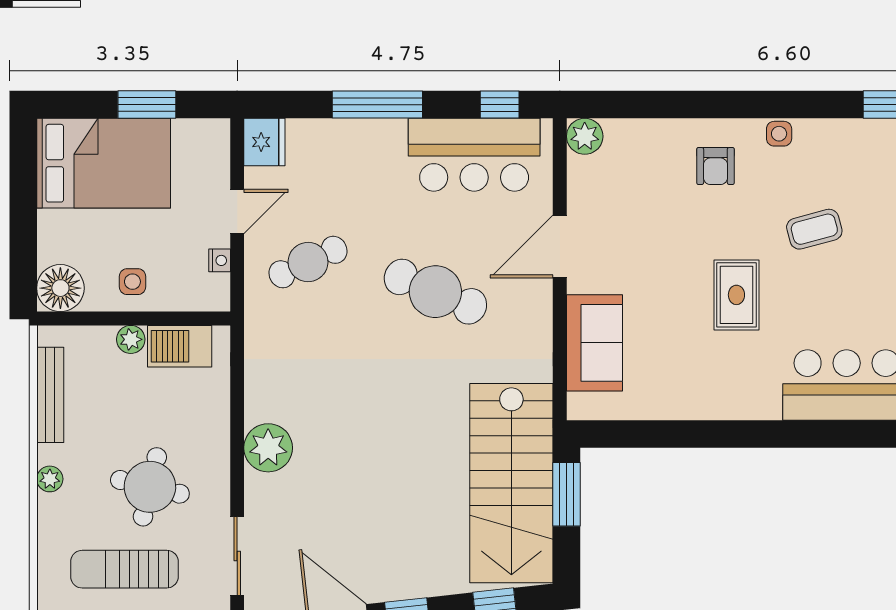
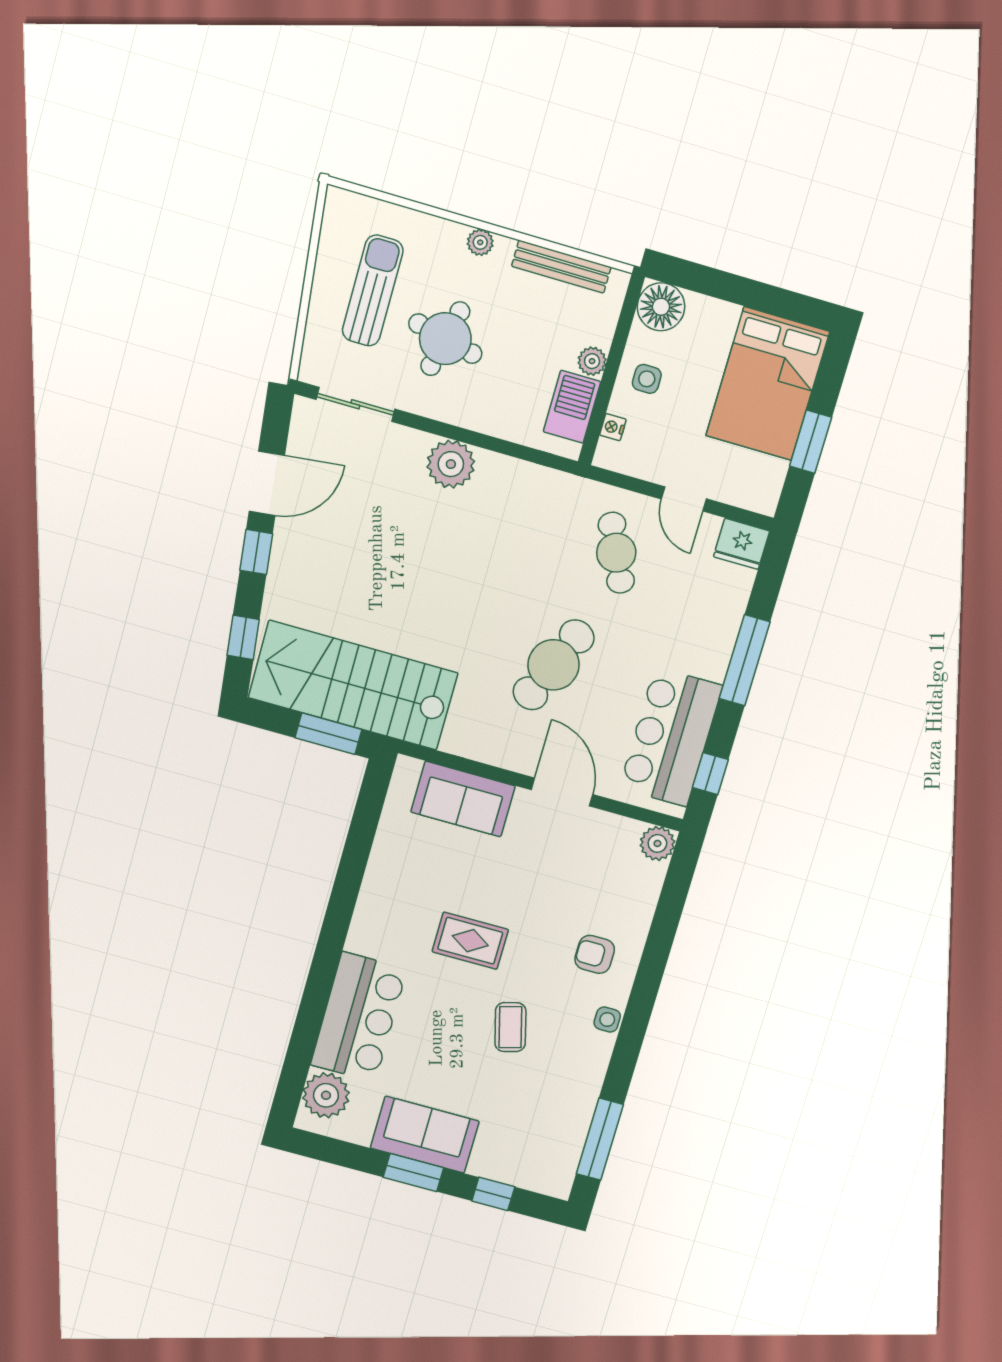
nightstand: (220, 260) -> (613, 427), moved, turned 90

